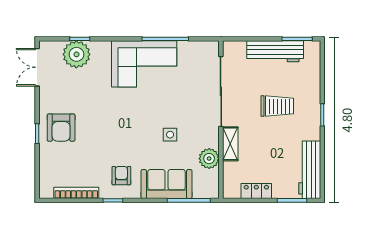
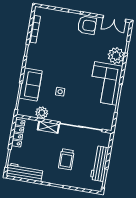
plant: (76, 54) -> (116, 56), moved
double door: (37, 67) -> (114, 19), swing flipped
armchair: (61, 128) -> (87, 25), moved, turned 180
armchair: (121, 176) -> (40, 58), removed
locker: (256, 191) -> (18, 133), width x1.53

